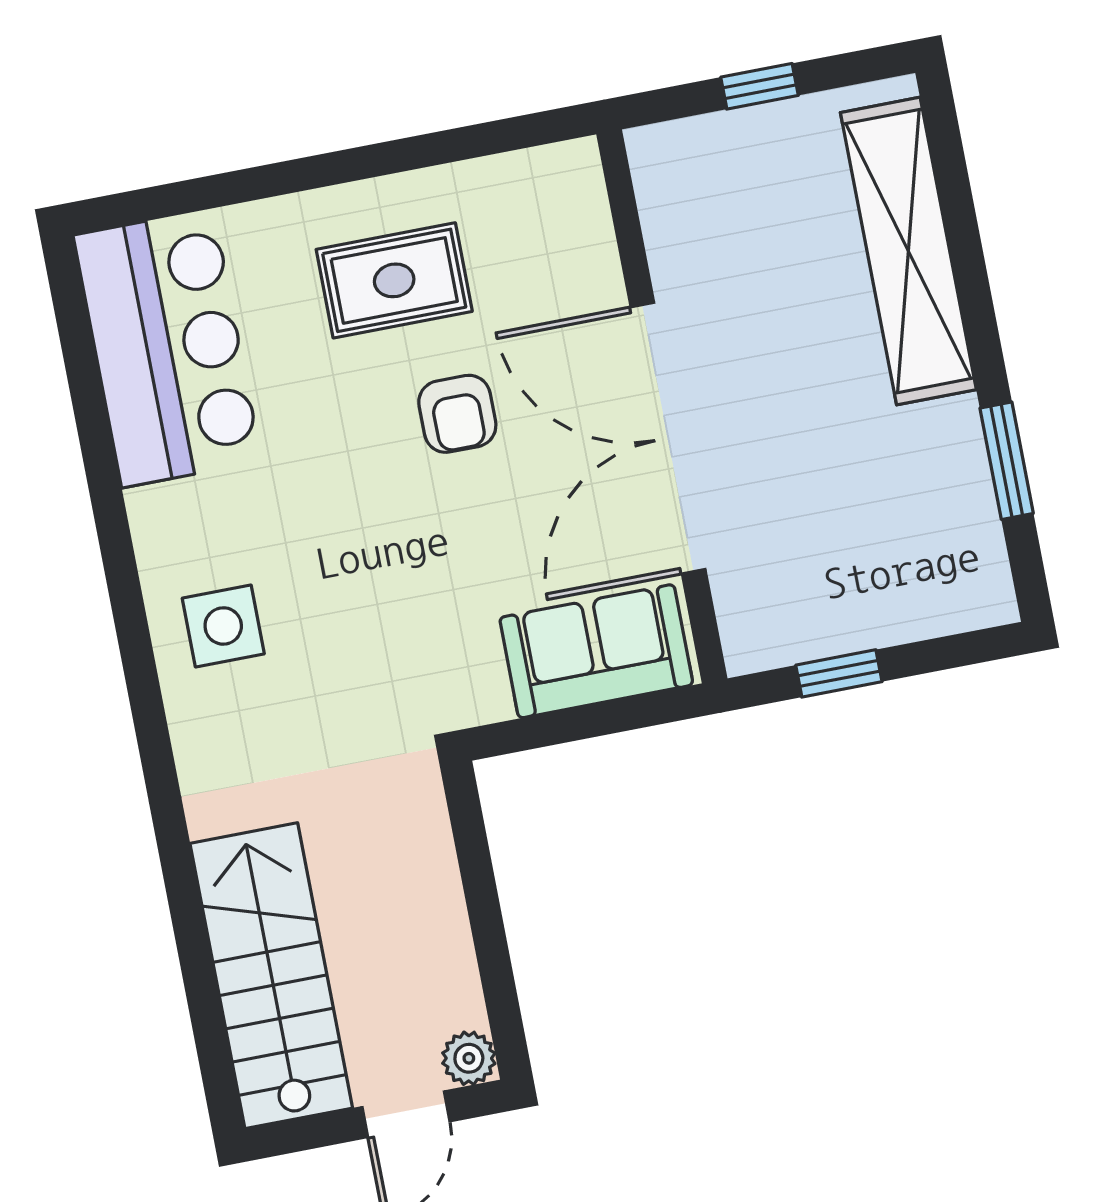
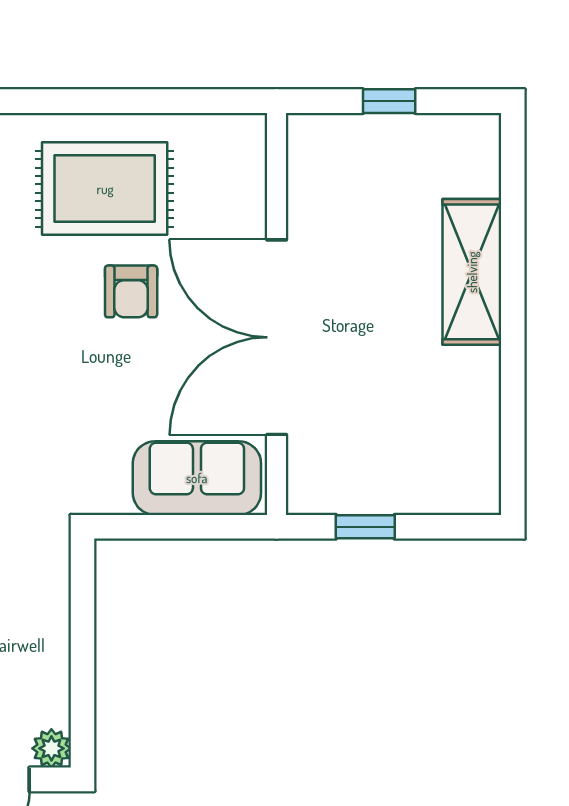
shelving: (908, 251) -> (472, 272), width x0.68
rug: (394, 280) -> (105, 189), width x1.36, depth x1.43
window: (1007, 461) -> (513, 399), removed

